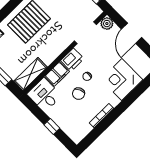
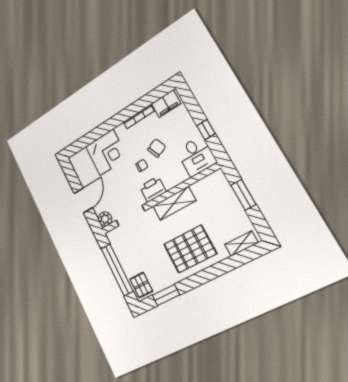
shelving: (31, 74) -> (174, 203), moved
filing cabinet: (57, 74) -> (166, 104), moved, turned 180
window: (52, 127) -> (206, 130), moved

